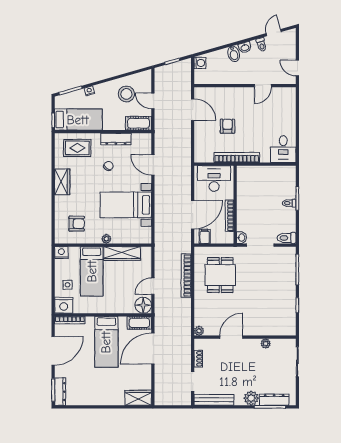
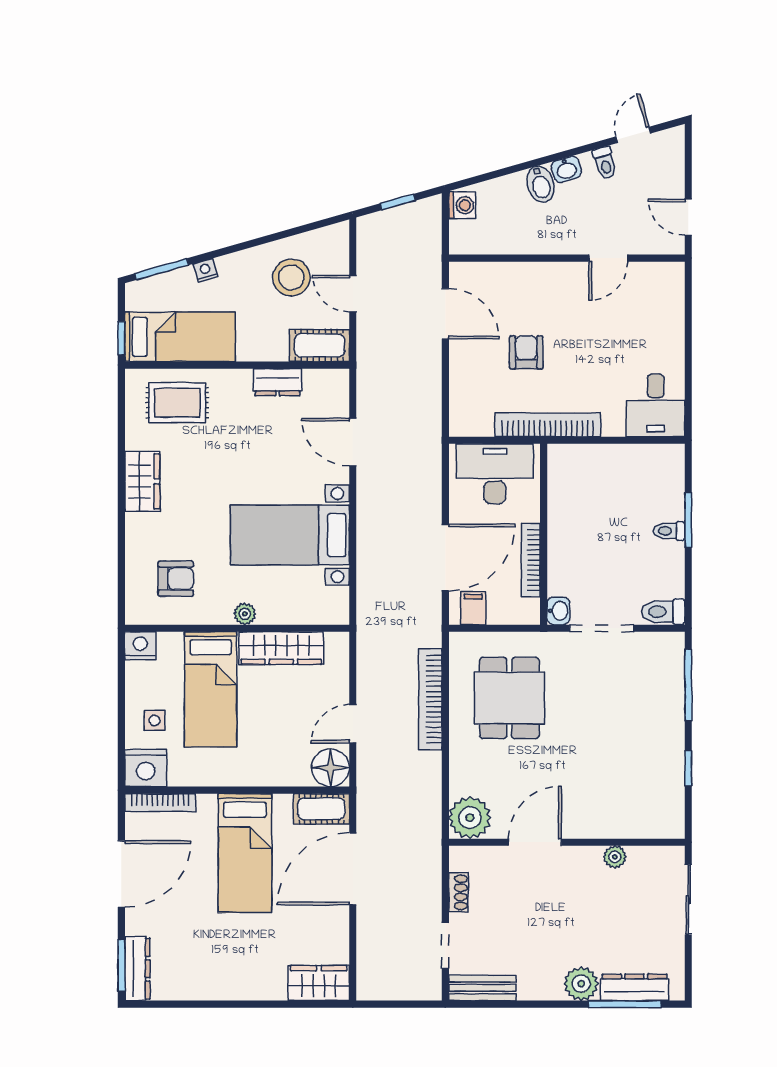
dresser: (116, 139) -> (278, 382), width x0.70
chair: (108, 166) -> (250, 444), removed
plant: (199, 331) -> (470, 818), width x1.88, depth x1.88
bench: (214, 400) -> (482, 988), width x0.73

